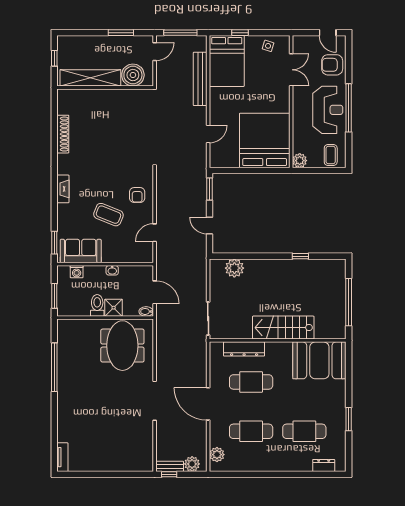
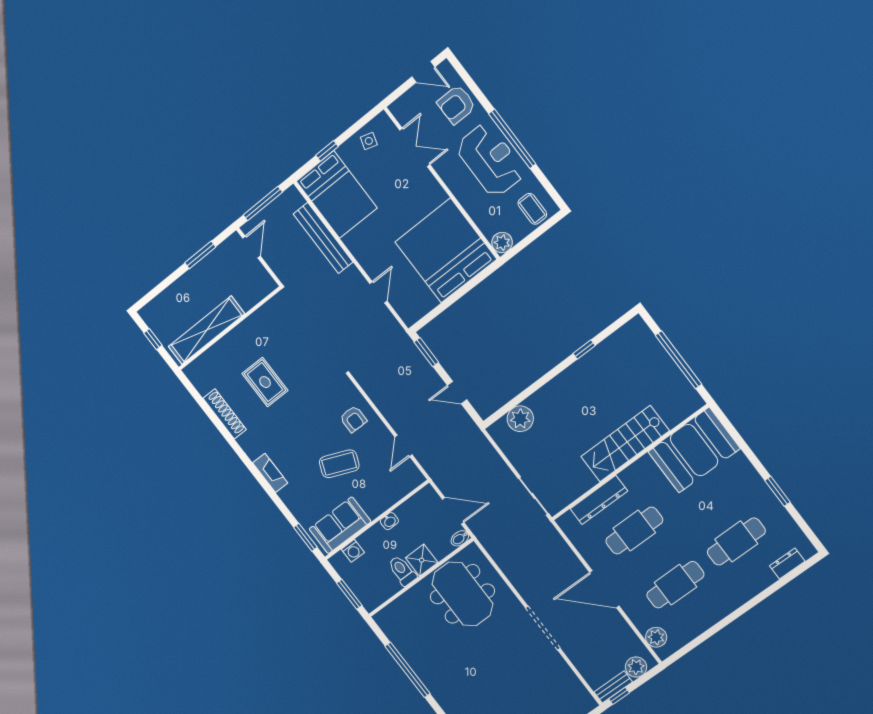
boiler: (133, 75) -> (248, 291), removed
rug: (102, 134) -> (265, 382), added

